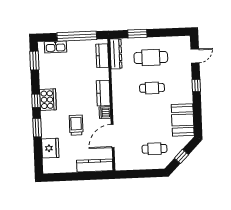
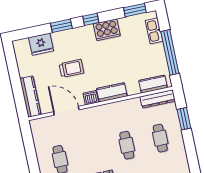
cafe table: (151, 57) -> (160, 138), width x0.73, depth x0.74
cooker: (48, 100) -> (107, 30), moved

